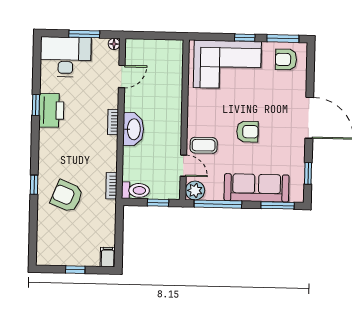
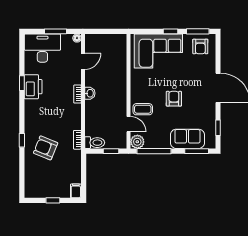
armchair: (286, 59) -> (200, 46), turned -90
washbasin: (133, 129) -> (90, 93), width x0.52, depth x0.69
armchair: (247, 132) -> (174, 99), turned -90
sofa: (257, 188) -> (187, 139), width x0.73

